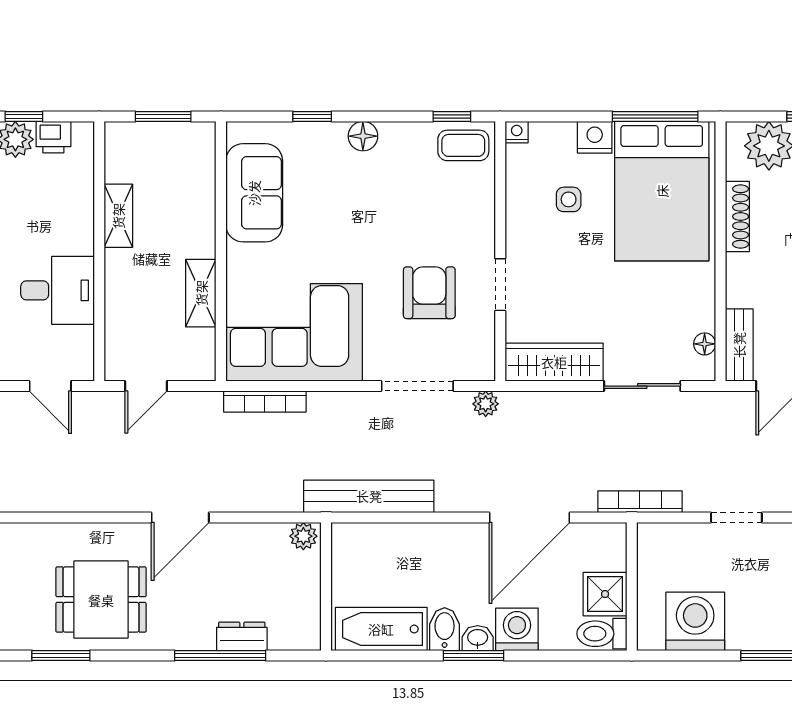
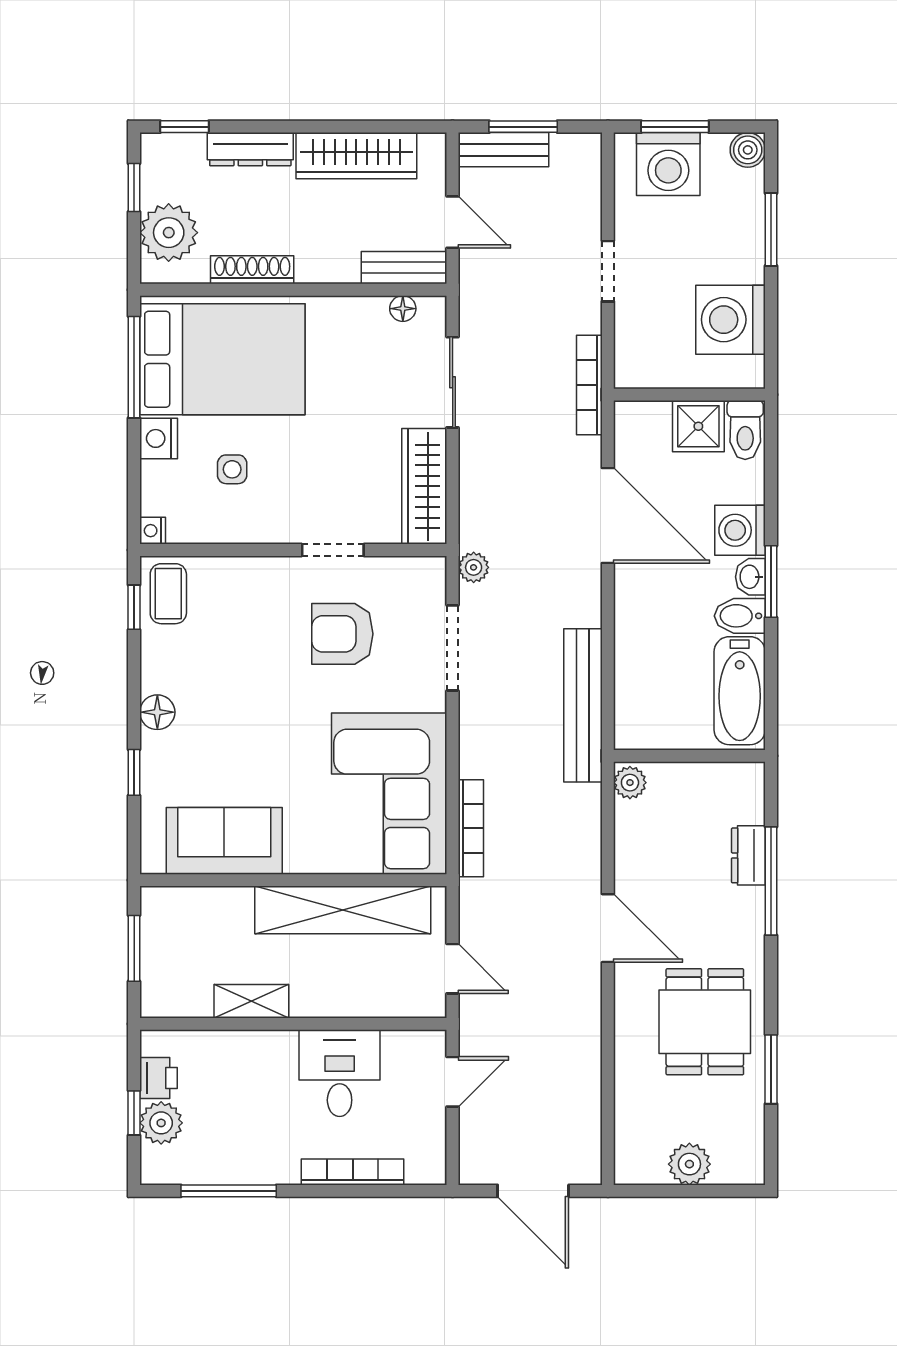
shelving: (201, 293) -> (343, 910), width x2.20, depth x1.33

